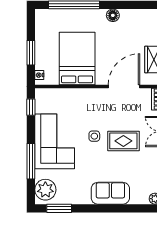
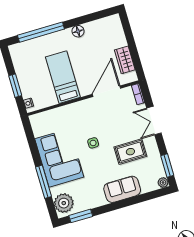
bed: (77, 59) -> (63, 77), width x0.67
window: (31, 107) -> (29, 134), removed
rug: (123, 141) -> (130, 152), moved

